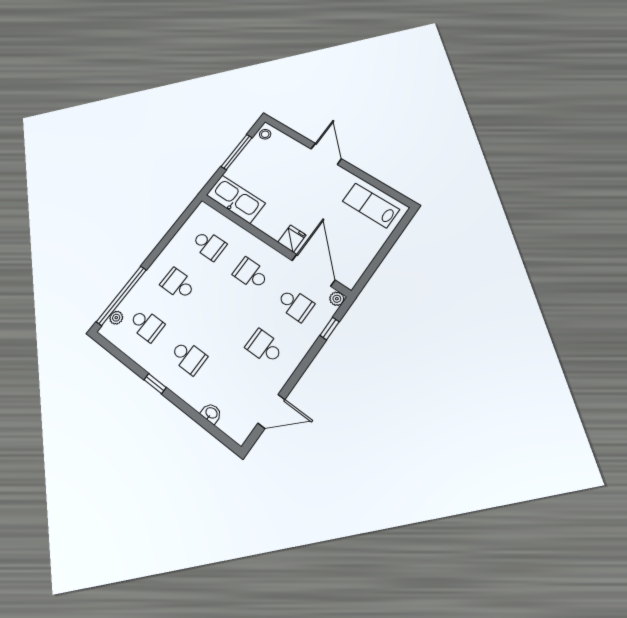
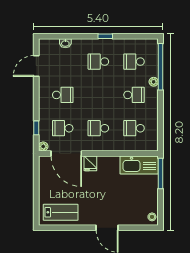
window: (237, 152) -> (161, 173), moved
school desk: (251, 274) -> (98, 128), turned 180
plant: (116, 318) -> (154, 82), moved

